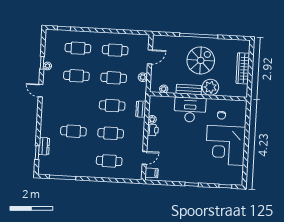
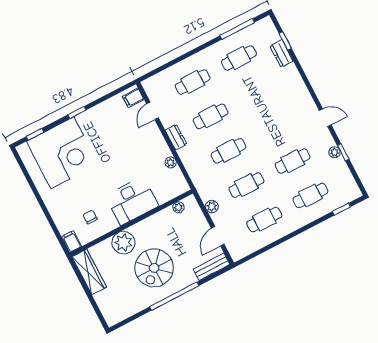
wardrobe: (243, 68) -> (89, 272), moved
bench: (189, 89) -> (212, 267), moved
filing cabinet: (242, 107) -> (72, 242), added
dresser: (141, 109) -> (176, 137), moved
printer: (153, 130) -> (162, 150), removed
cafe table: (73, 131) -> (239, 58), moved
corner desk: (225, 145) -> (62, 153), moved, turned 90

